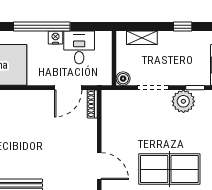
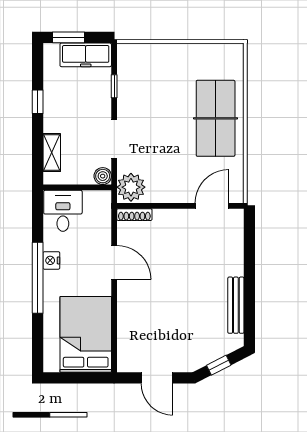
desk: (79, 47) -> (63, 211), moved, turned 90
door: (68, 88) -> (114, 262), moved
plant: (183, 101) -> (131, 187), moved

